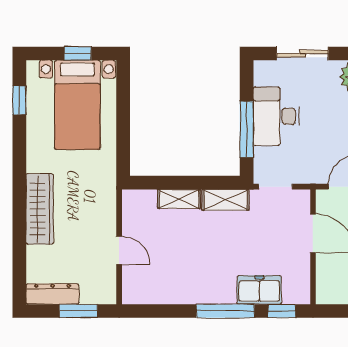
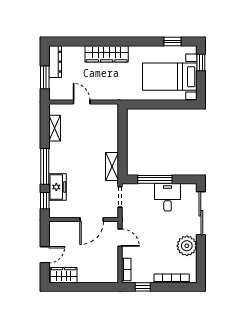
window: (78, 53) -> (201, 63), moved
sliding door: (303, 53) -> (201, 213), width x1.37
desk: (276, 116) -> (168, 197), width x0.73
shelving: (179, 199) -> (55, 128), moved
door: (119, 250) -> (82, 102), swing flipped

